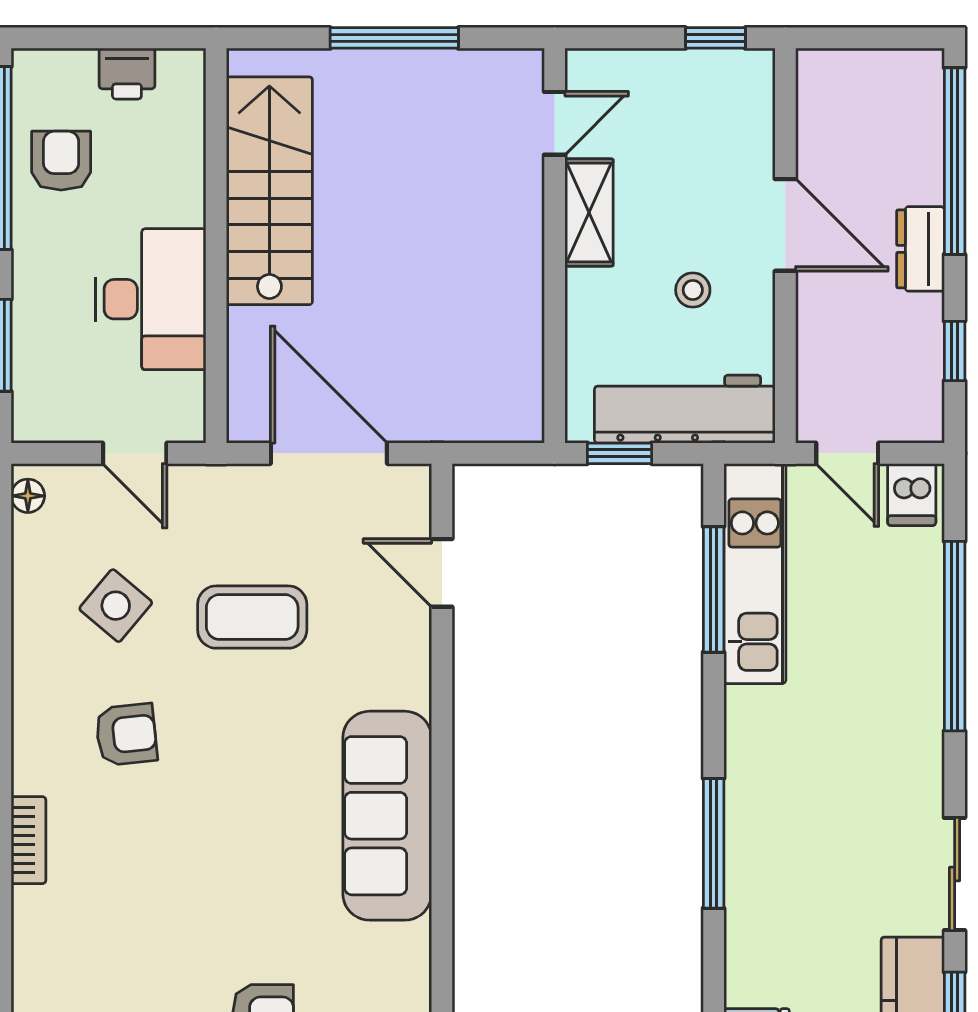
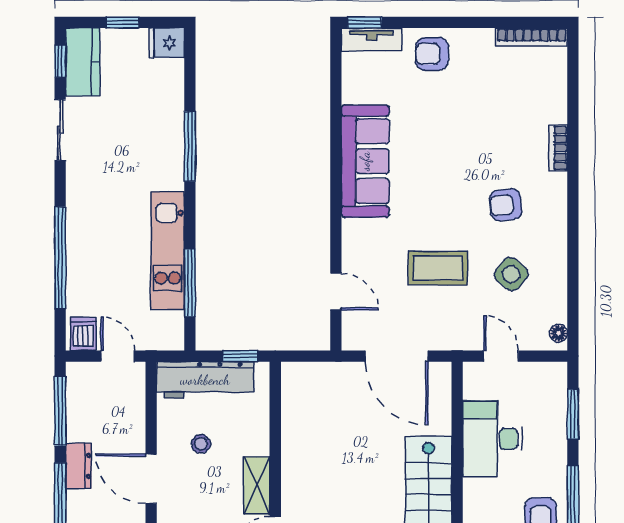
window: (955, 351) -> (60, 411), width x2.17
kitchen unit: (755, 574) -> (168, 251), moved

